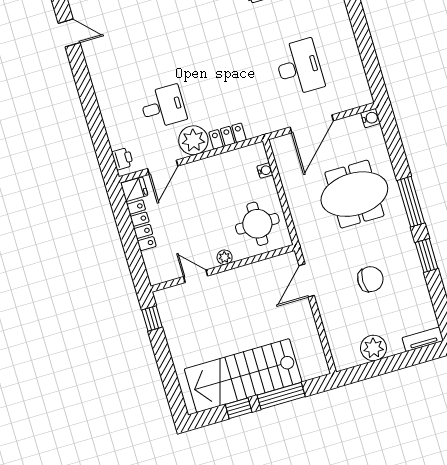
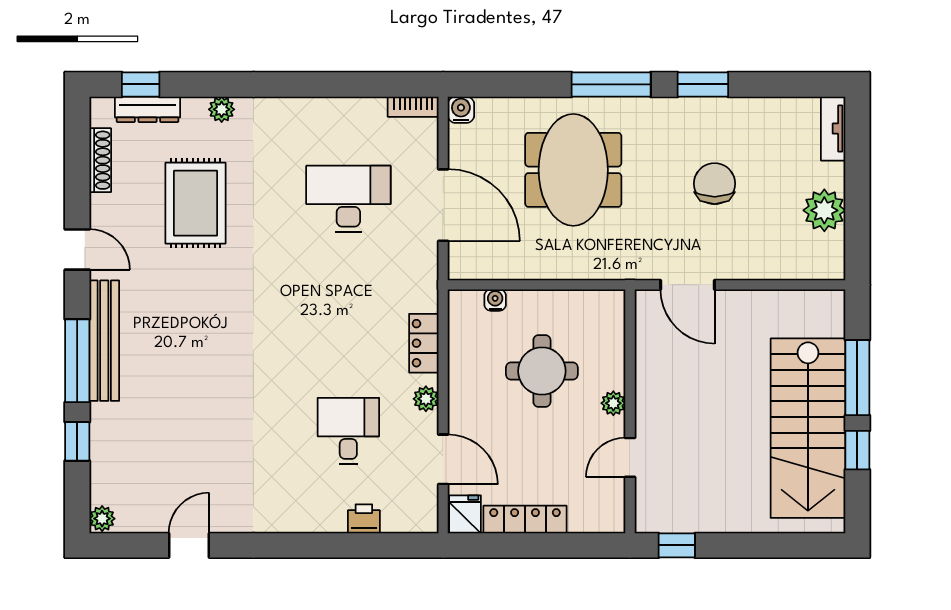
bookcase: (364, 90) -> (413, 107), added
plant: (193, 140) -> (426, 399), width x0.53, depth x0.53
printer: (122, 159) -> (364, 519), moved
round table: (257, 224) -> (542, 371), moved

